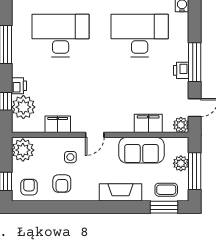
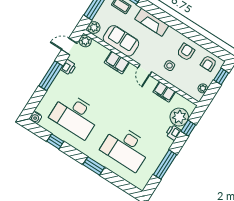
printer: (181, 70) -> (68, 67), moved
filing cabinet: (148, 123) -> (117, 62), moved
door: (95, 135) -> (145, 70), swing flipped
plant: (23, 150) -> (203, 88), width x0.53, depth x0.53
plant: (181, 163) -> (94, 27), moved

